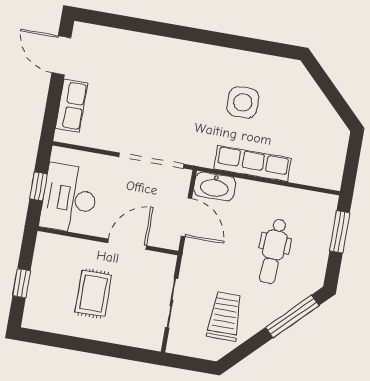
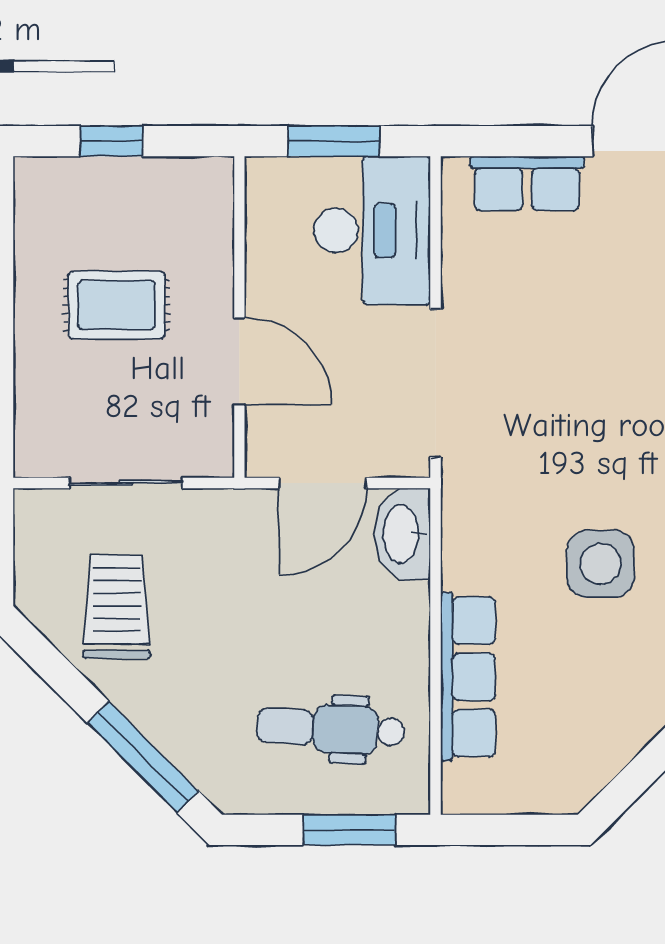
row of seats: (253, 164) -> (468, 677), moved
window: (38, 186) -> (334, 141), width x1.50
desk: (69, 199) -> (372, 230), moved, turned 90
dental chair: (273, 251) -> (331, 729), moved
trolley: (225, 316) -> (117, 607), turned -90

